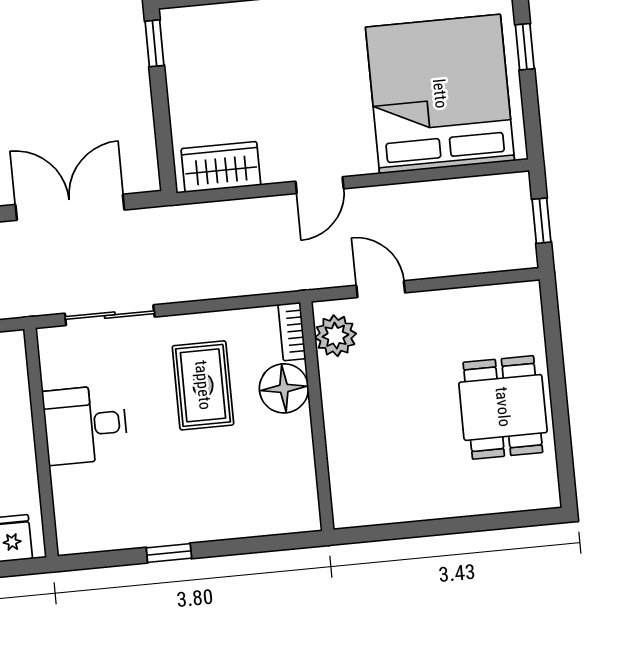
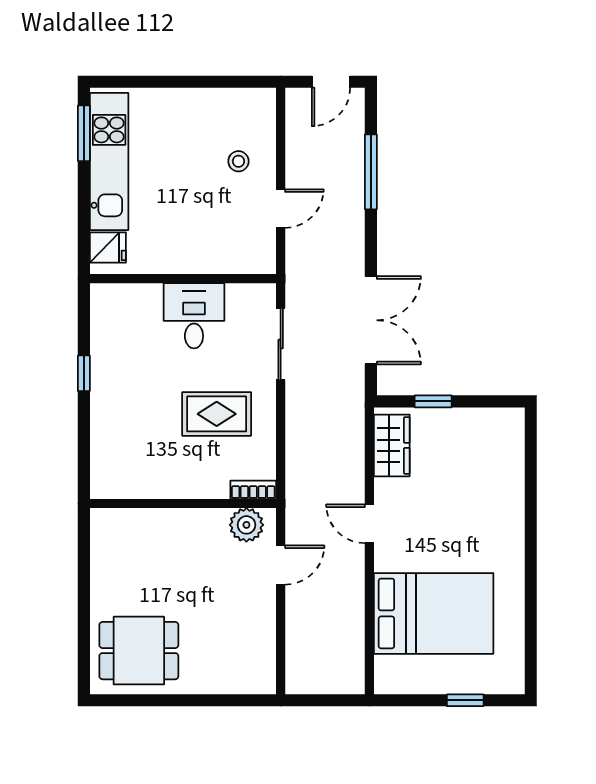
window: (155, 43) -> (433, 401), moved
bed: (440, 94) -> (434, 613), width x0.73
window: (542, 221) -> (323, 700), removed
floor lamp: (284, 388) -> (208, 479), removed
dining table: (503, 407) -> (139, 651), moved

